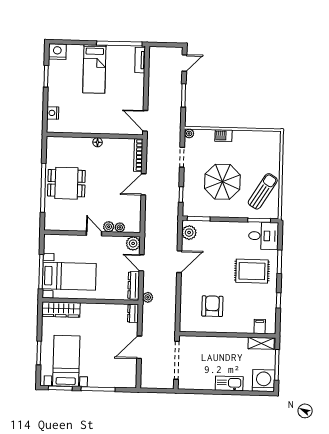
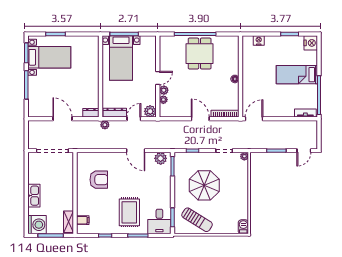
door: (184, 63) -> (304, 151), hinge flipped
barbecue: (224, 136) -> (243, 227), moved
wardrobe: (61, 310) -> (93, 52), removed

